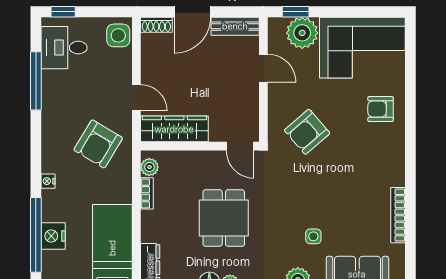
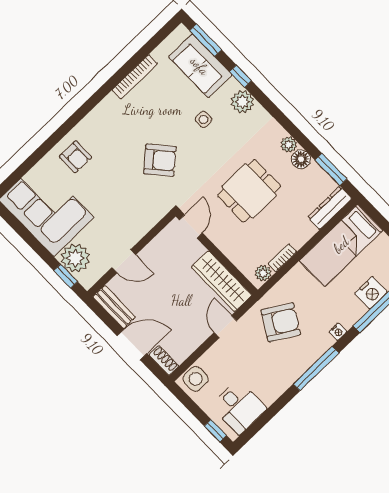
door: (263, 68) -> (124, 261), swing flipped
window: (36, 81) -> (316, 368), moved
armchair: (307, 132) -> (160, 160), moved

